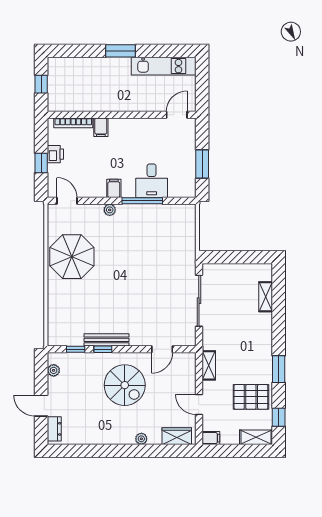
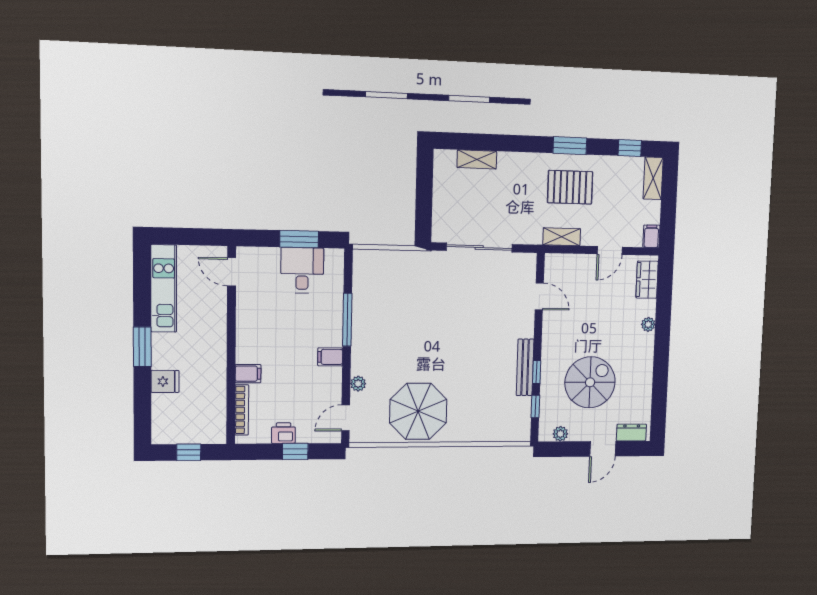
fridge: (95, 67) -> (165, 381), added
desk: (152, 181) -> (302, 270), moved, turned -90
plant: (110, 210) -> (358, 384), moved
spiral stairs: (125, 385) -> (590, 382), moved
pallet: (251, 397) -> (570, 187), moved, turned 90

